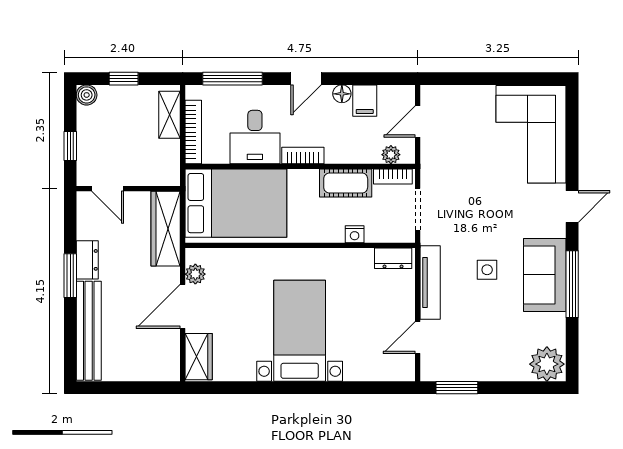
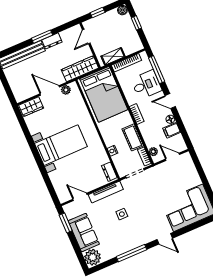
shelving: (170, 115) -> (113, 56), moved
desk: (255, 137) -> (146, 85), moved, turned 180
sofa: (545, 275) -> (84, 233), moved, turned 90

